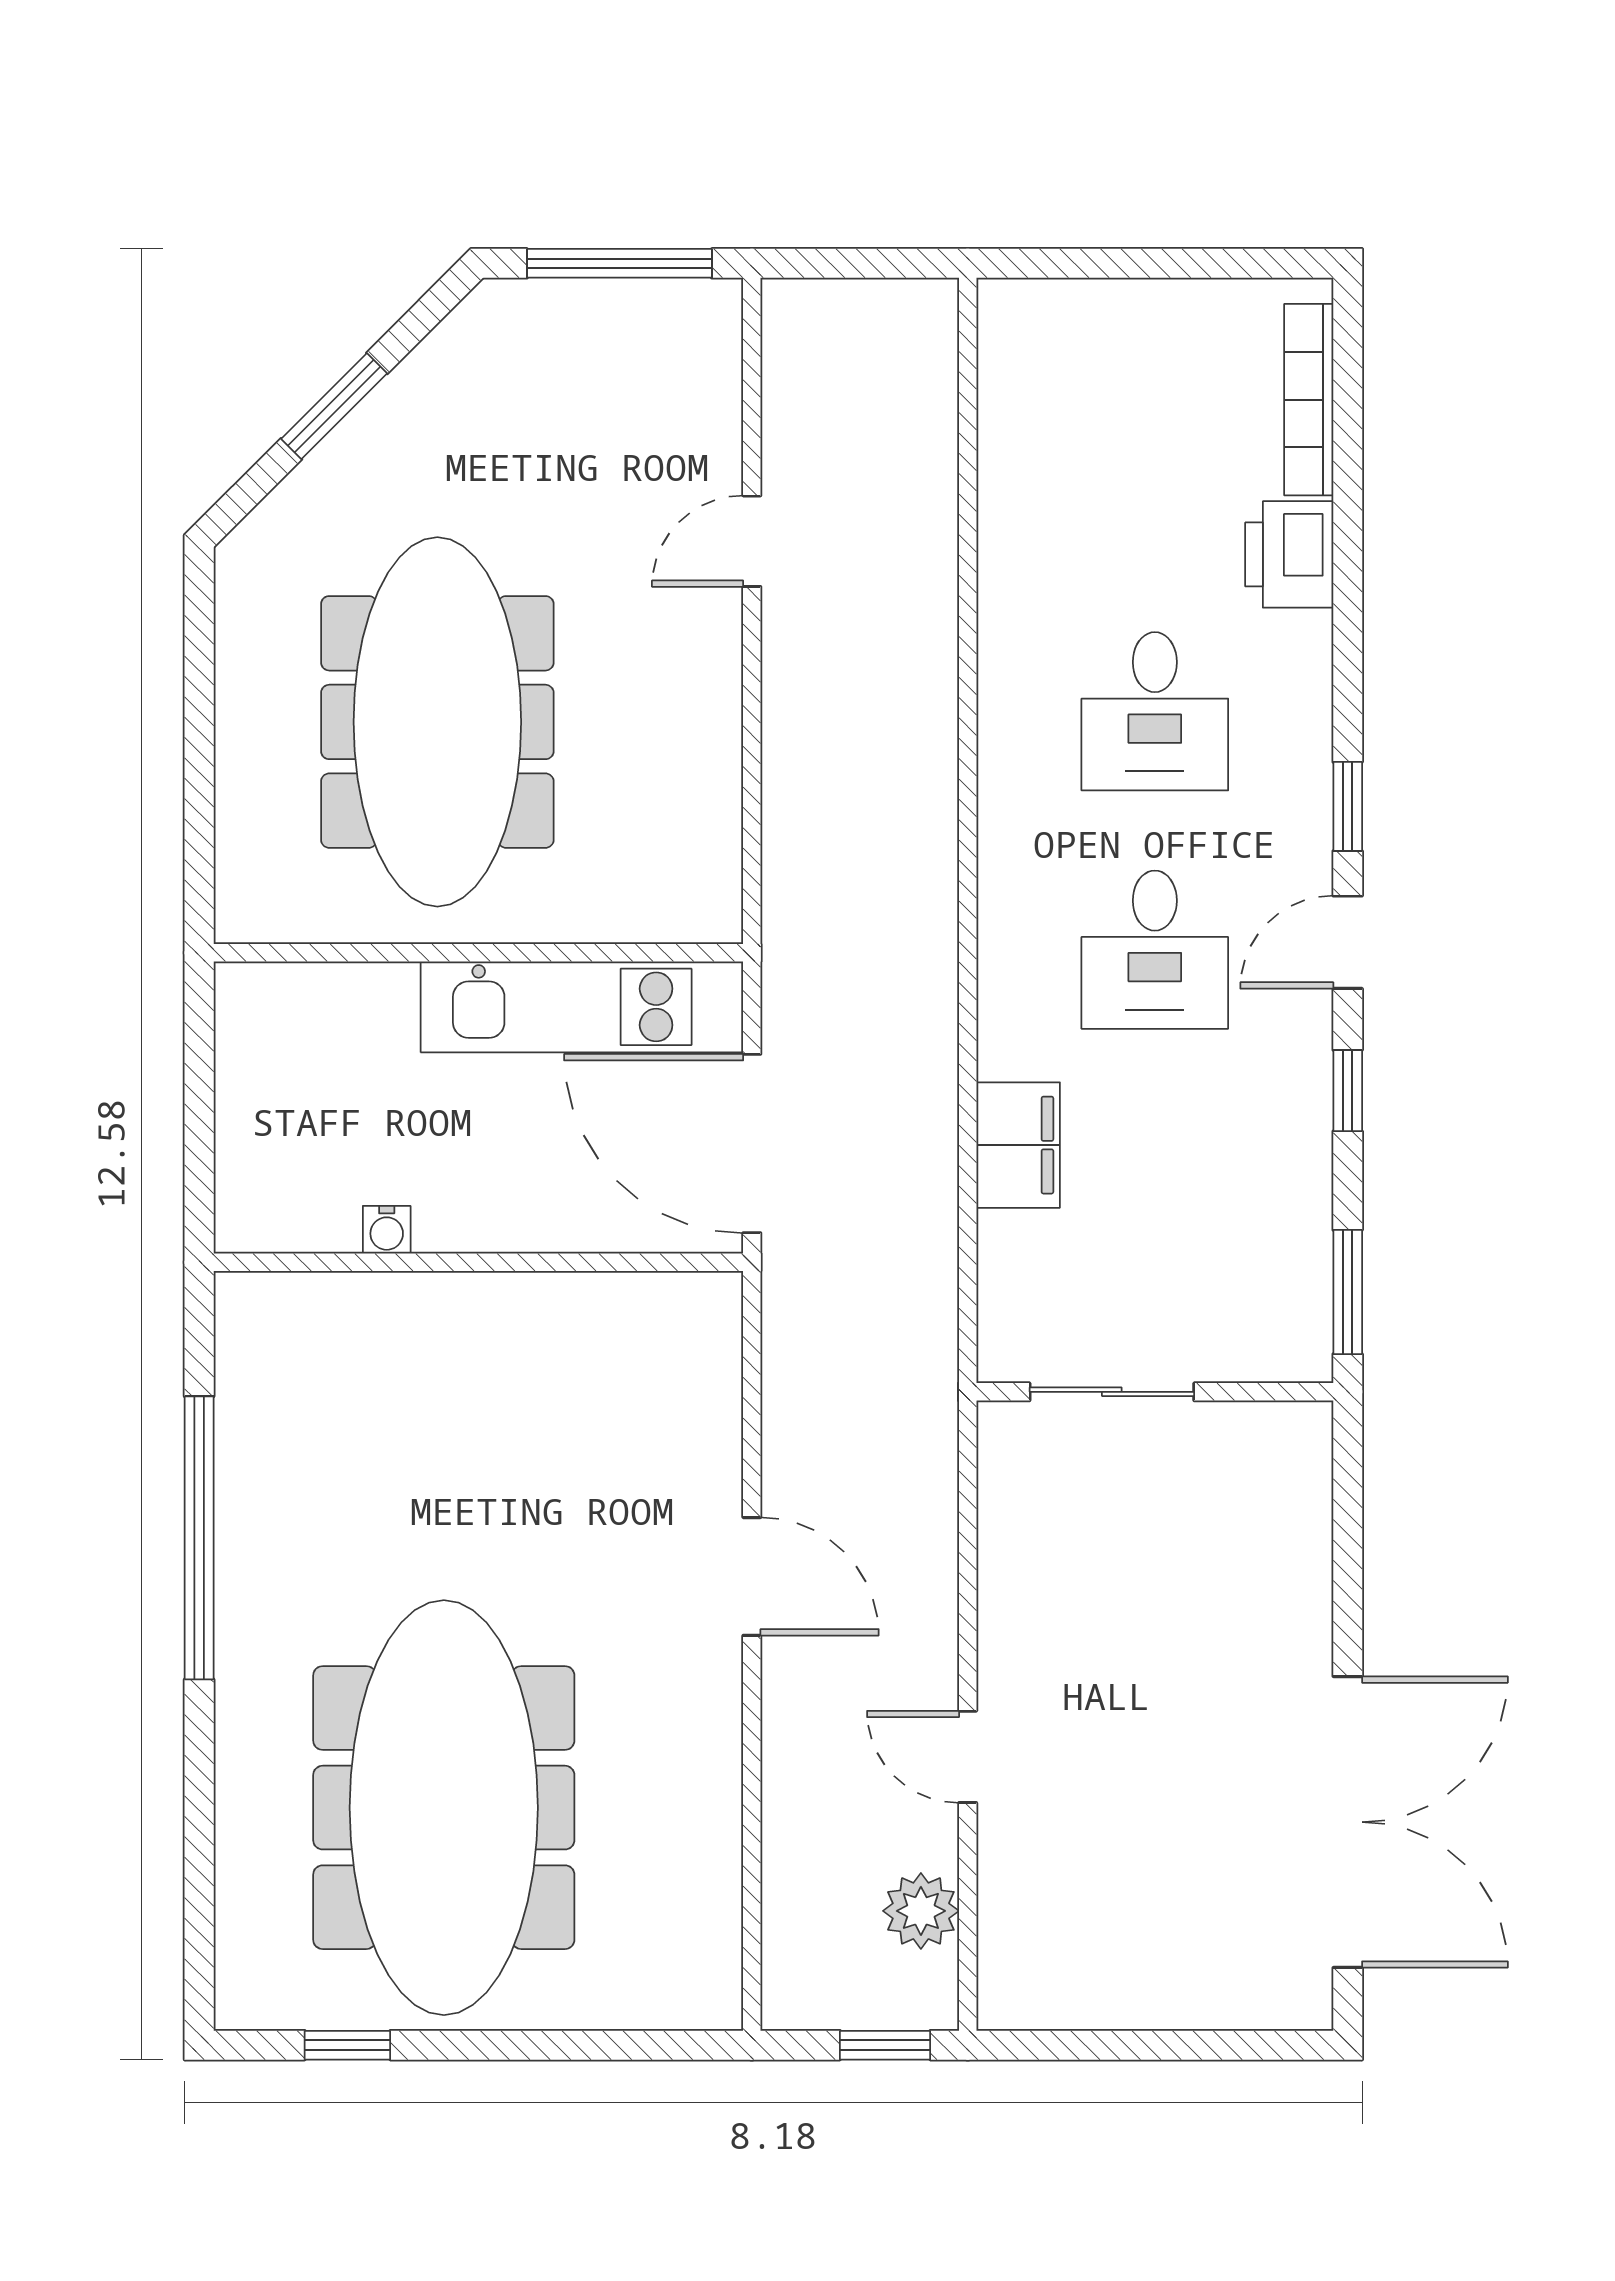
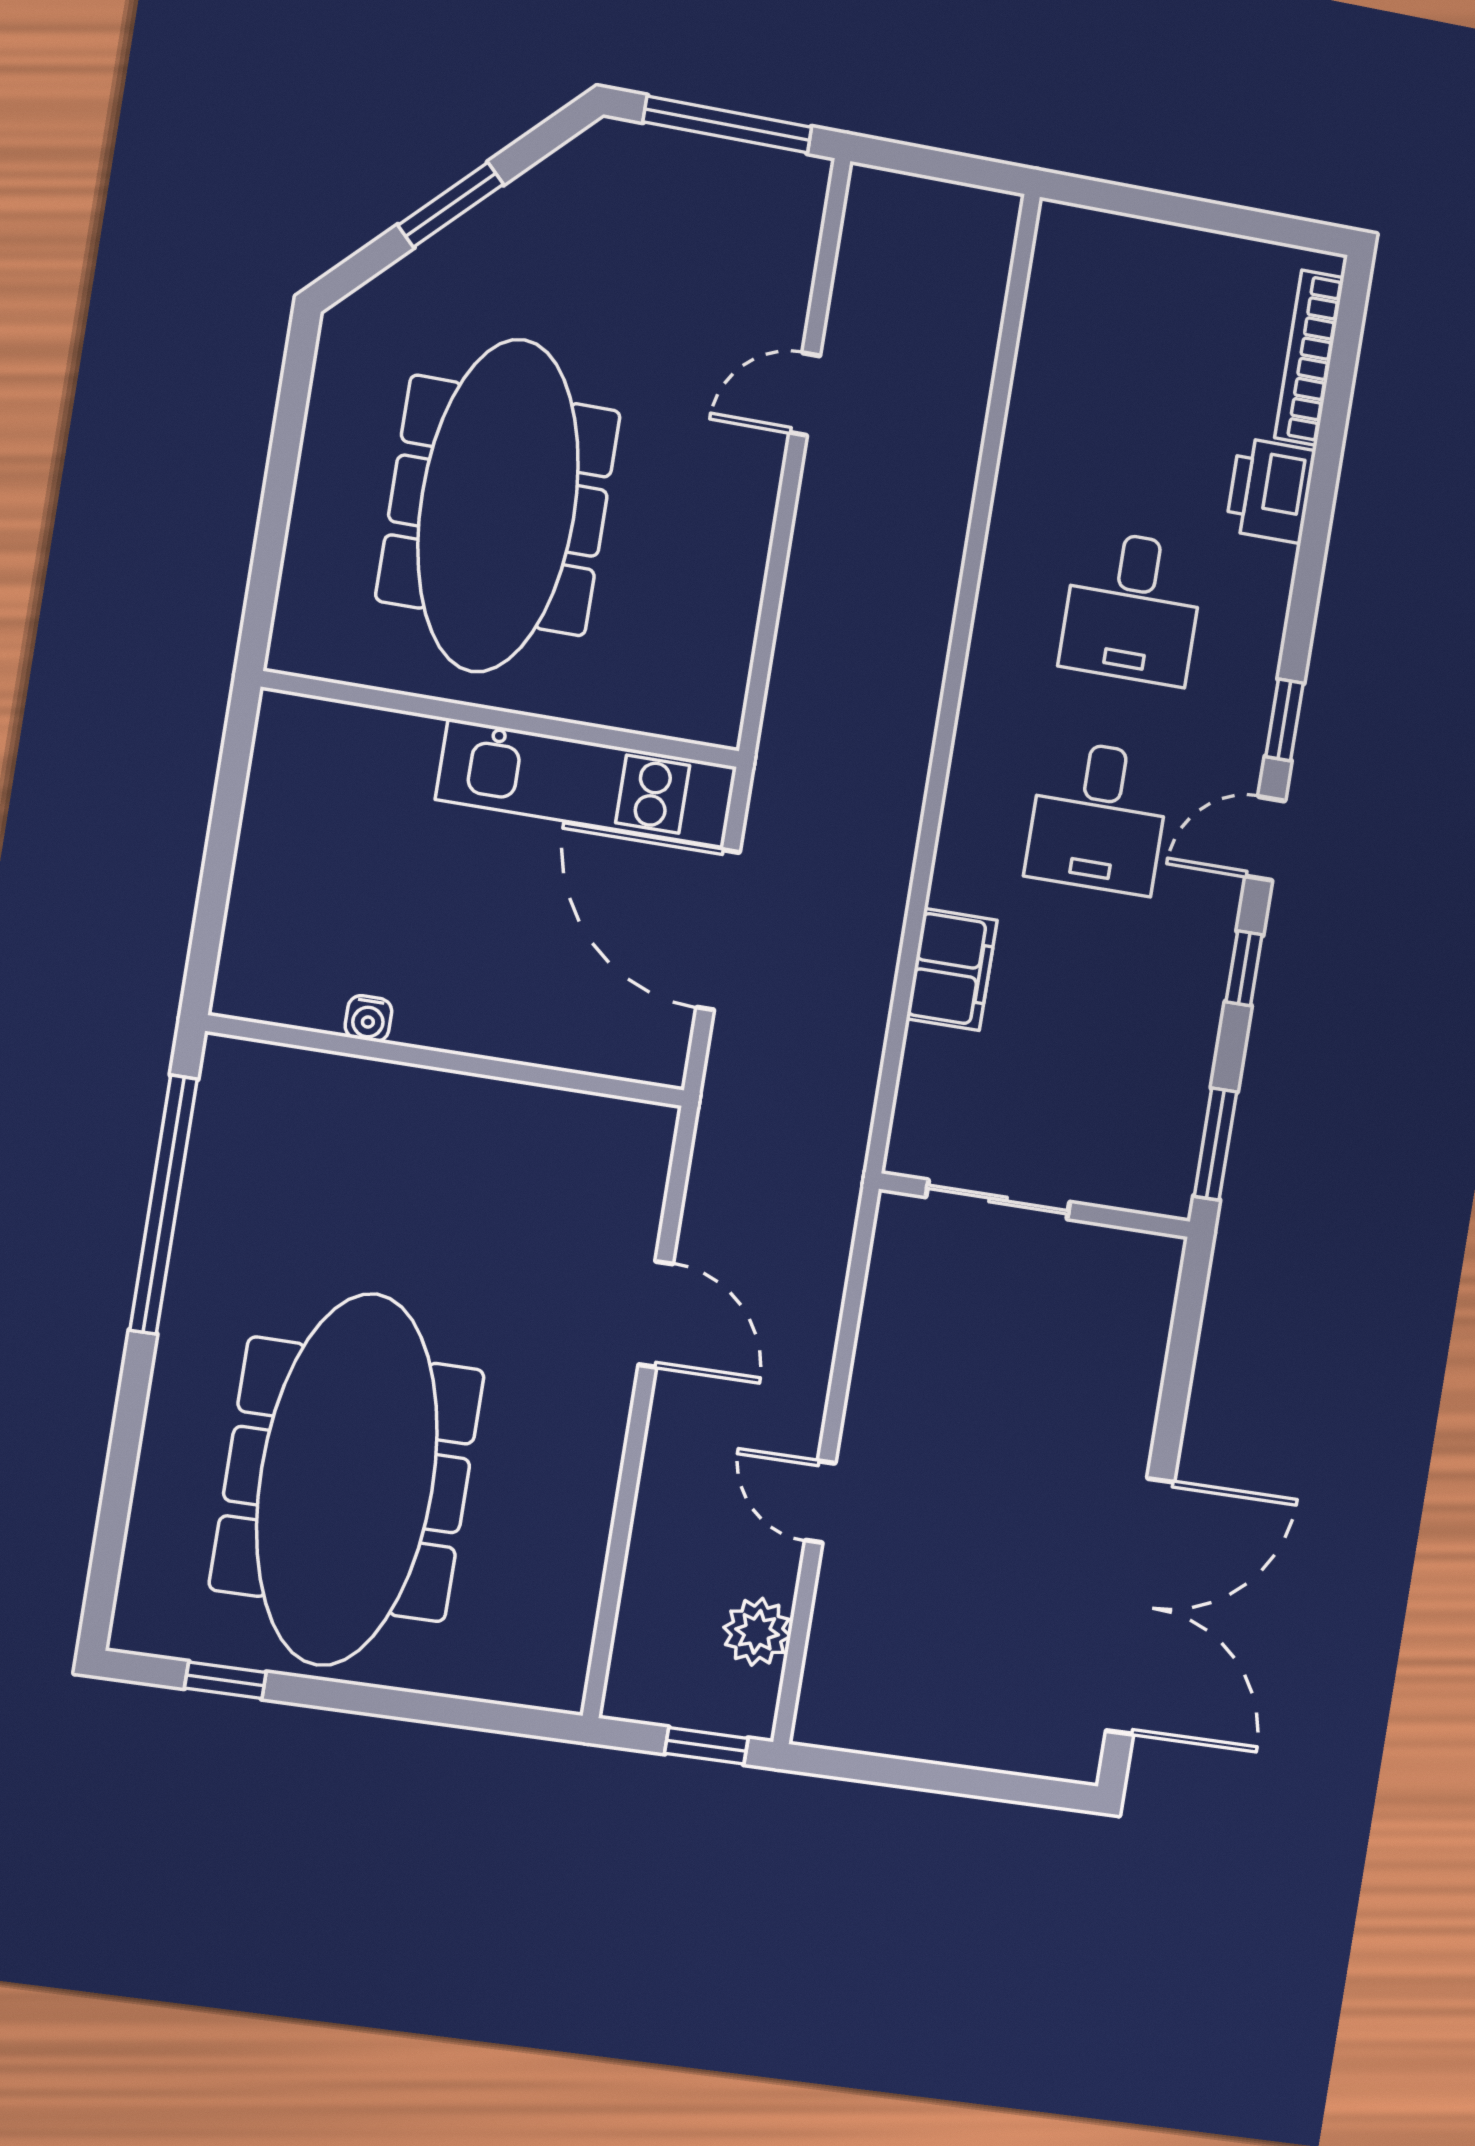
water cooler: (387, 1230) -> (368, 1019), moved
wall: (478, 1262) -> (446, 1061), moved

